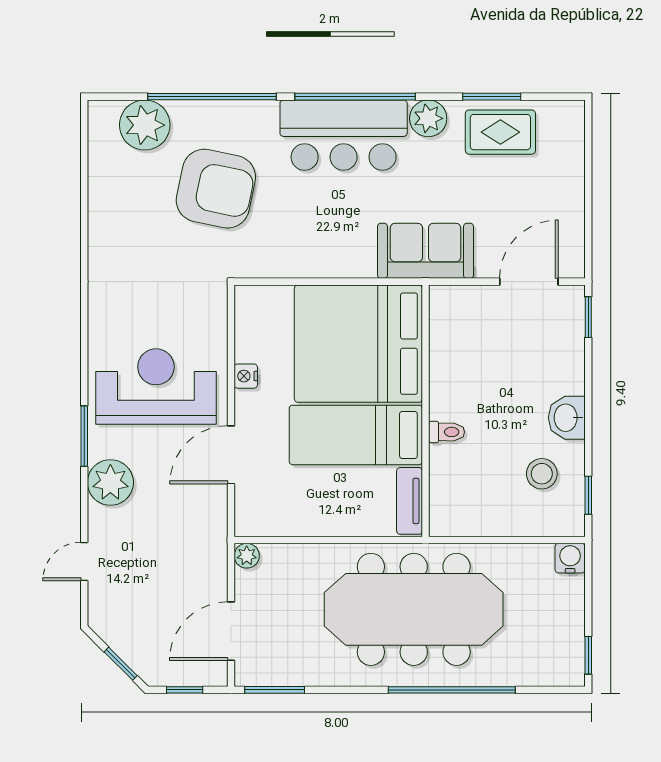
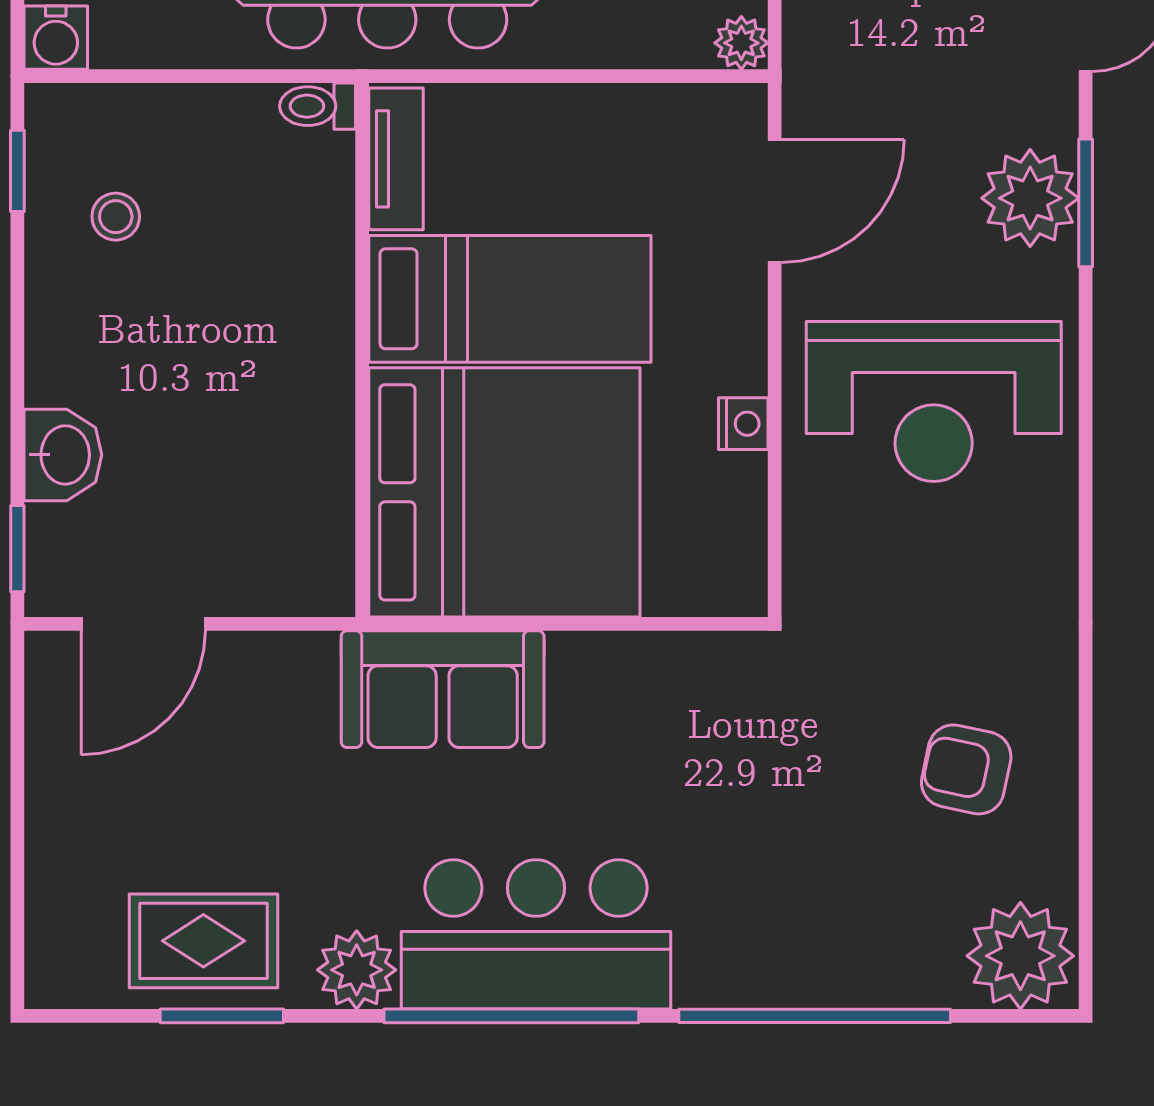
plant: (145, 125) -> (1020, 956), moved
armchair: (216, 189) -> (966, 769), moved, width x0.53, depth x0.53
sofa: (425, 251) -> (443, 689), moved
washbasin: (567, 418) -> (63, 455), moved
toilet: (447, 432) -> (318, 106), moved
window: (84, 436) -> (1086, 203), moved
door: (231, 455) -> (775, 201), moved
stool: (542, 474) -> (116, 217), width x0.73, depth x0.73

